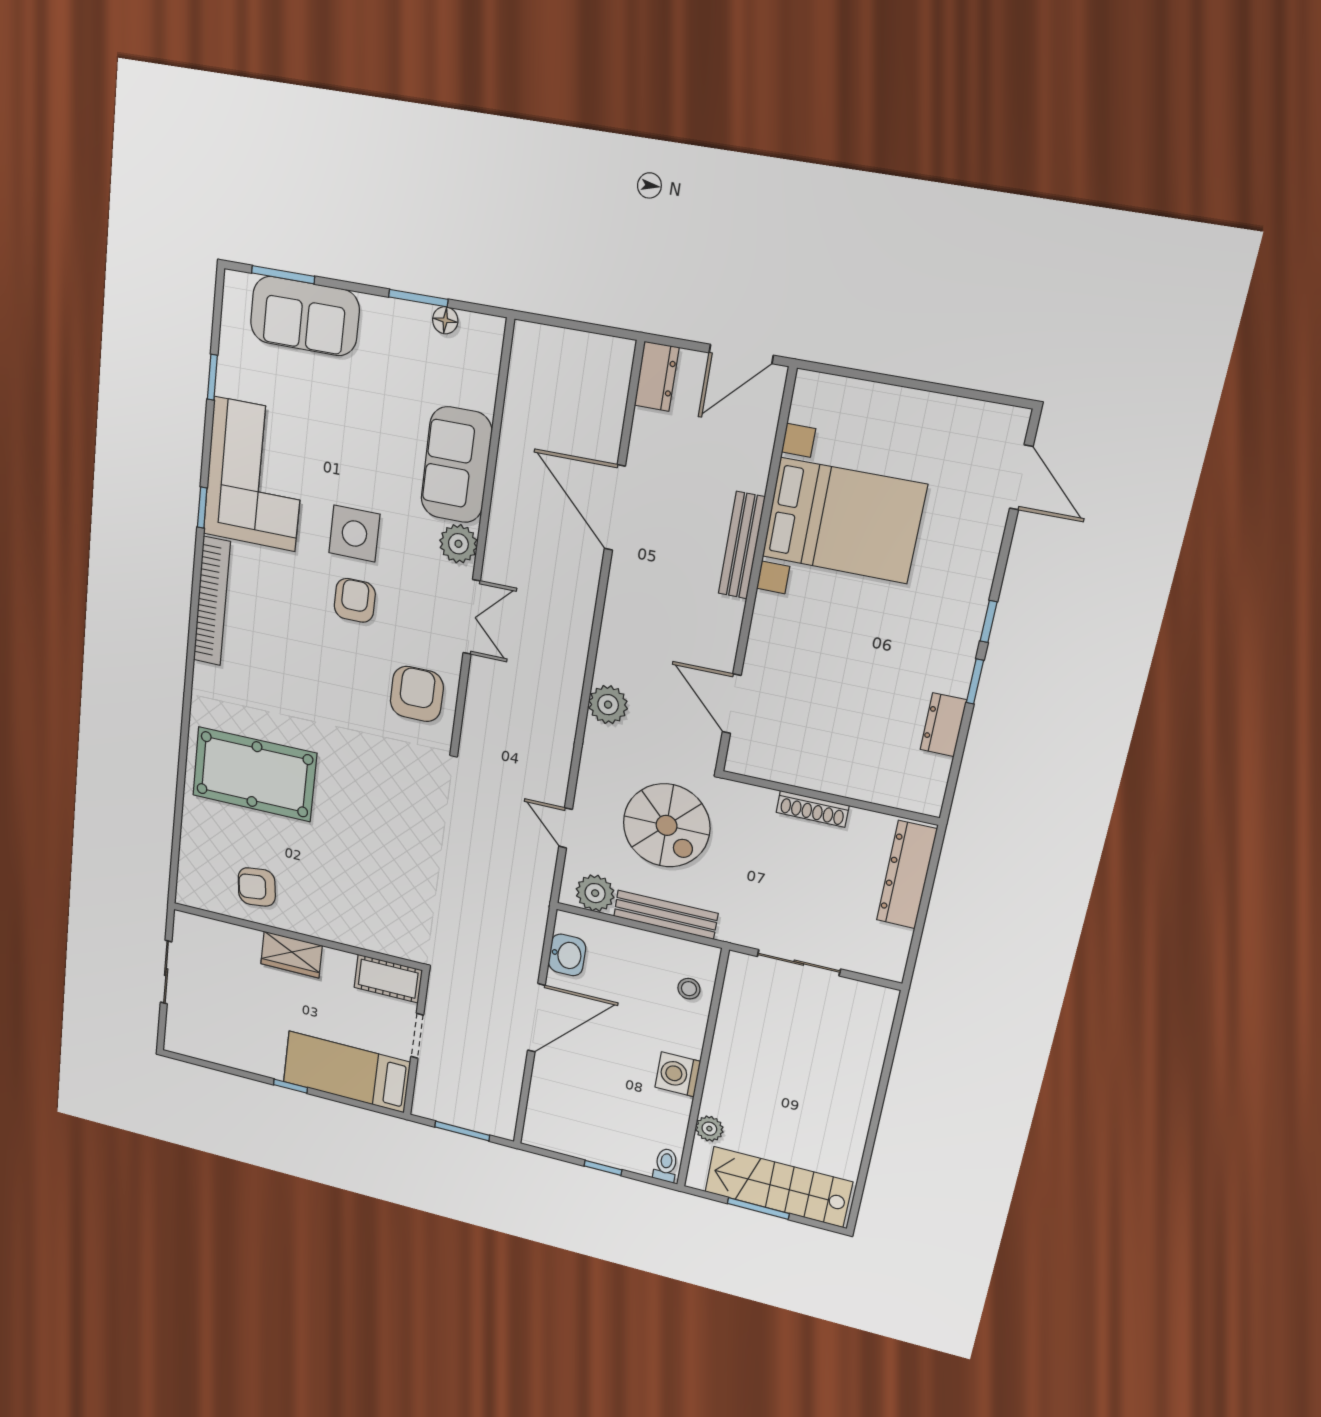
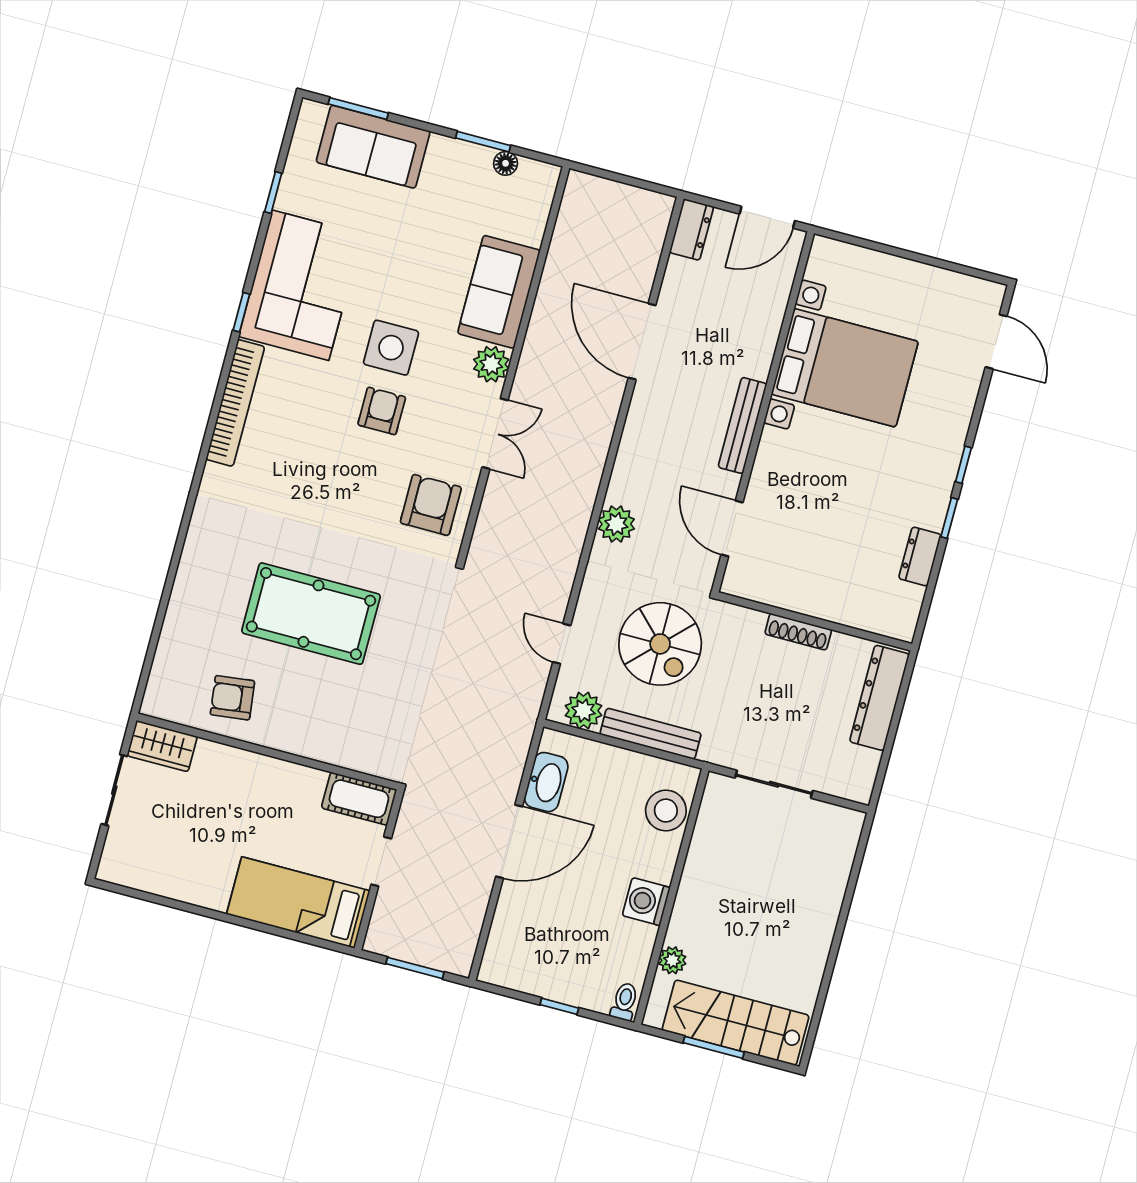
bench: (742, 545) -> (742, 425), moved
pool table: (254, 774) -> (311, 614), moved
wardrobe: (292, 955) -> (162, 746), moved
washbasin: (567, 955) -> (546, 782), width x1.38
stool: (689, 989) -> (666, 811), width x1.89, depth x1.89
window: (290, 1086) -> (233, 920), removed

